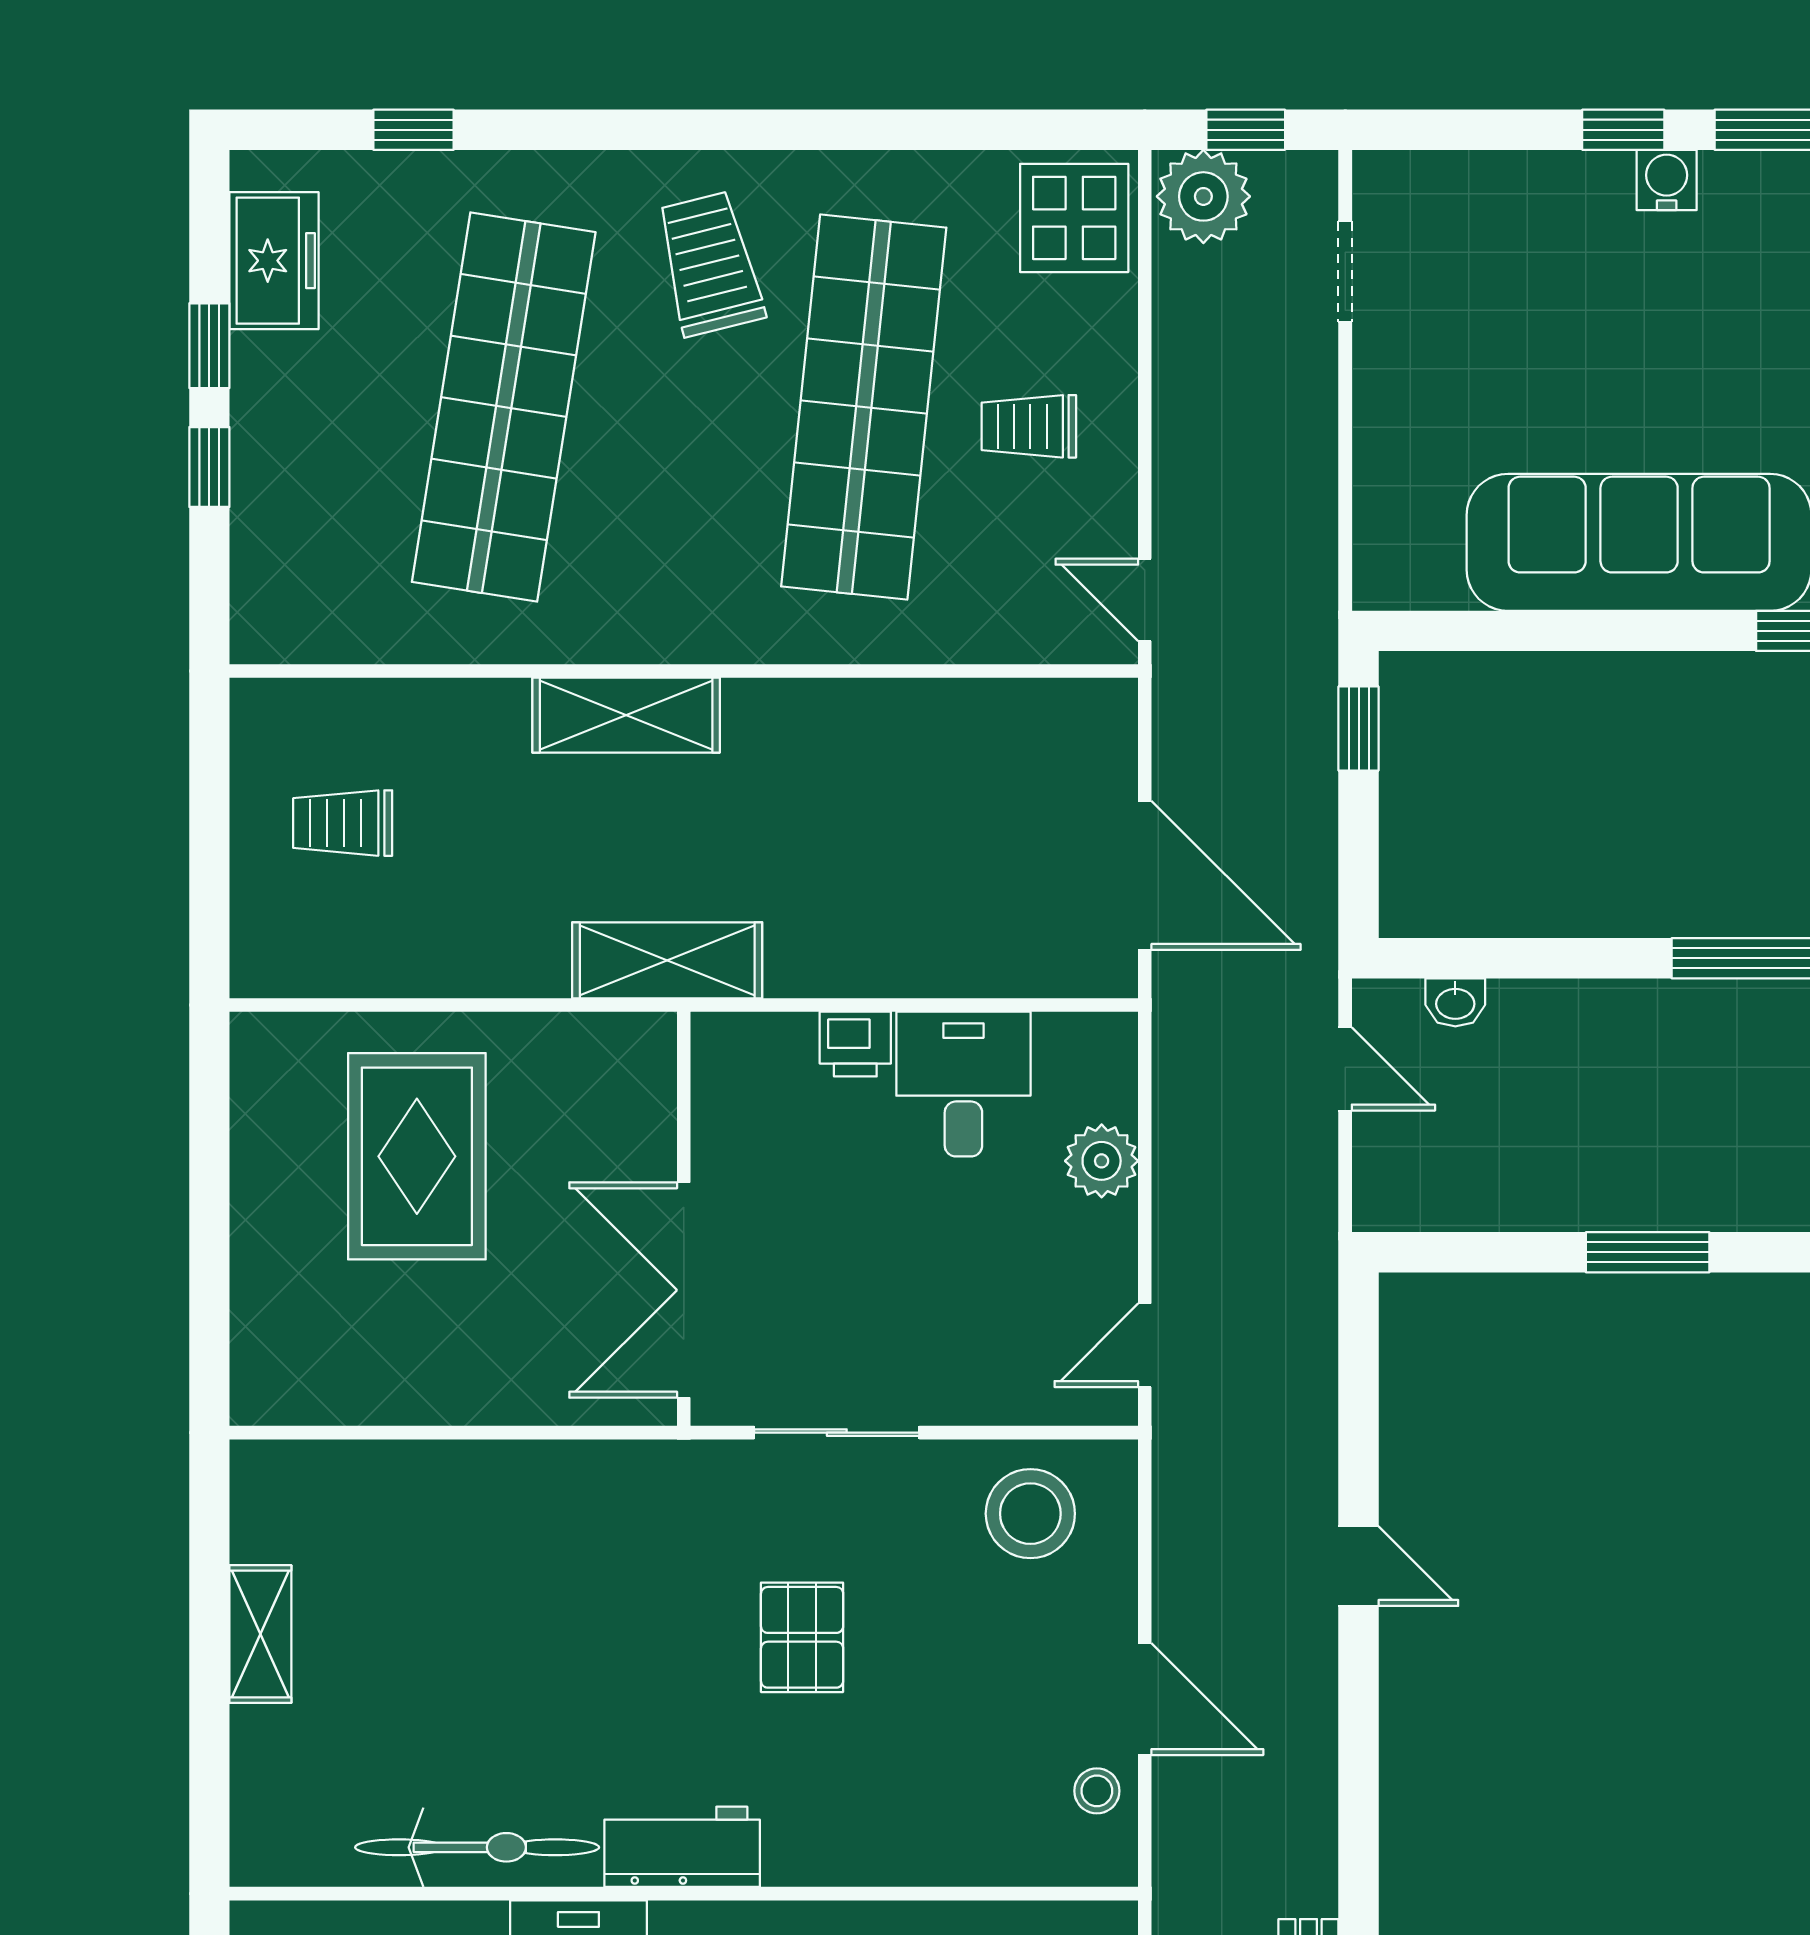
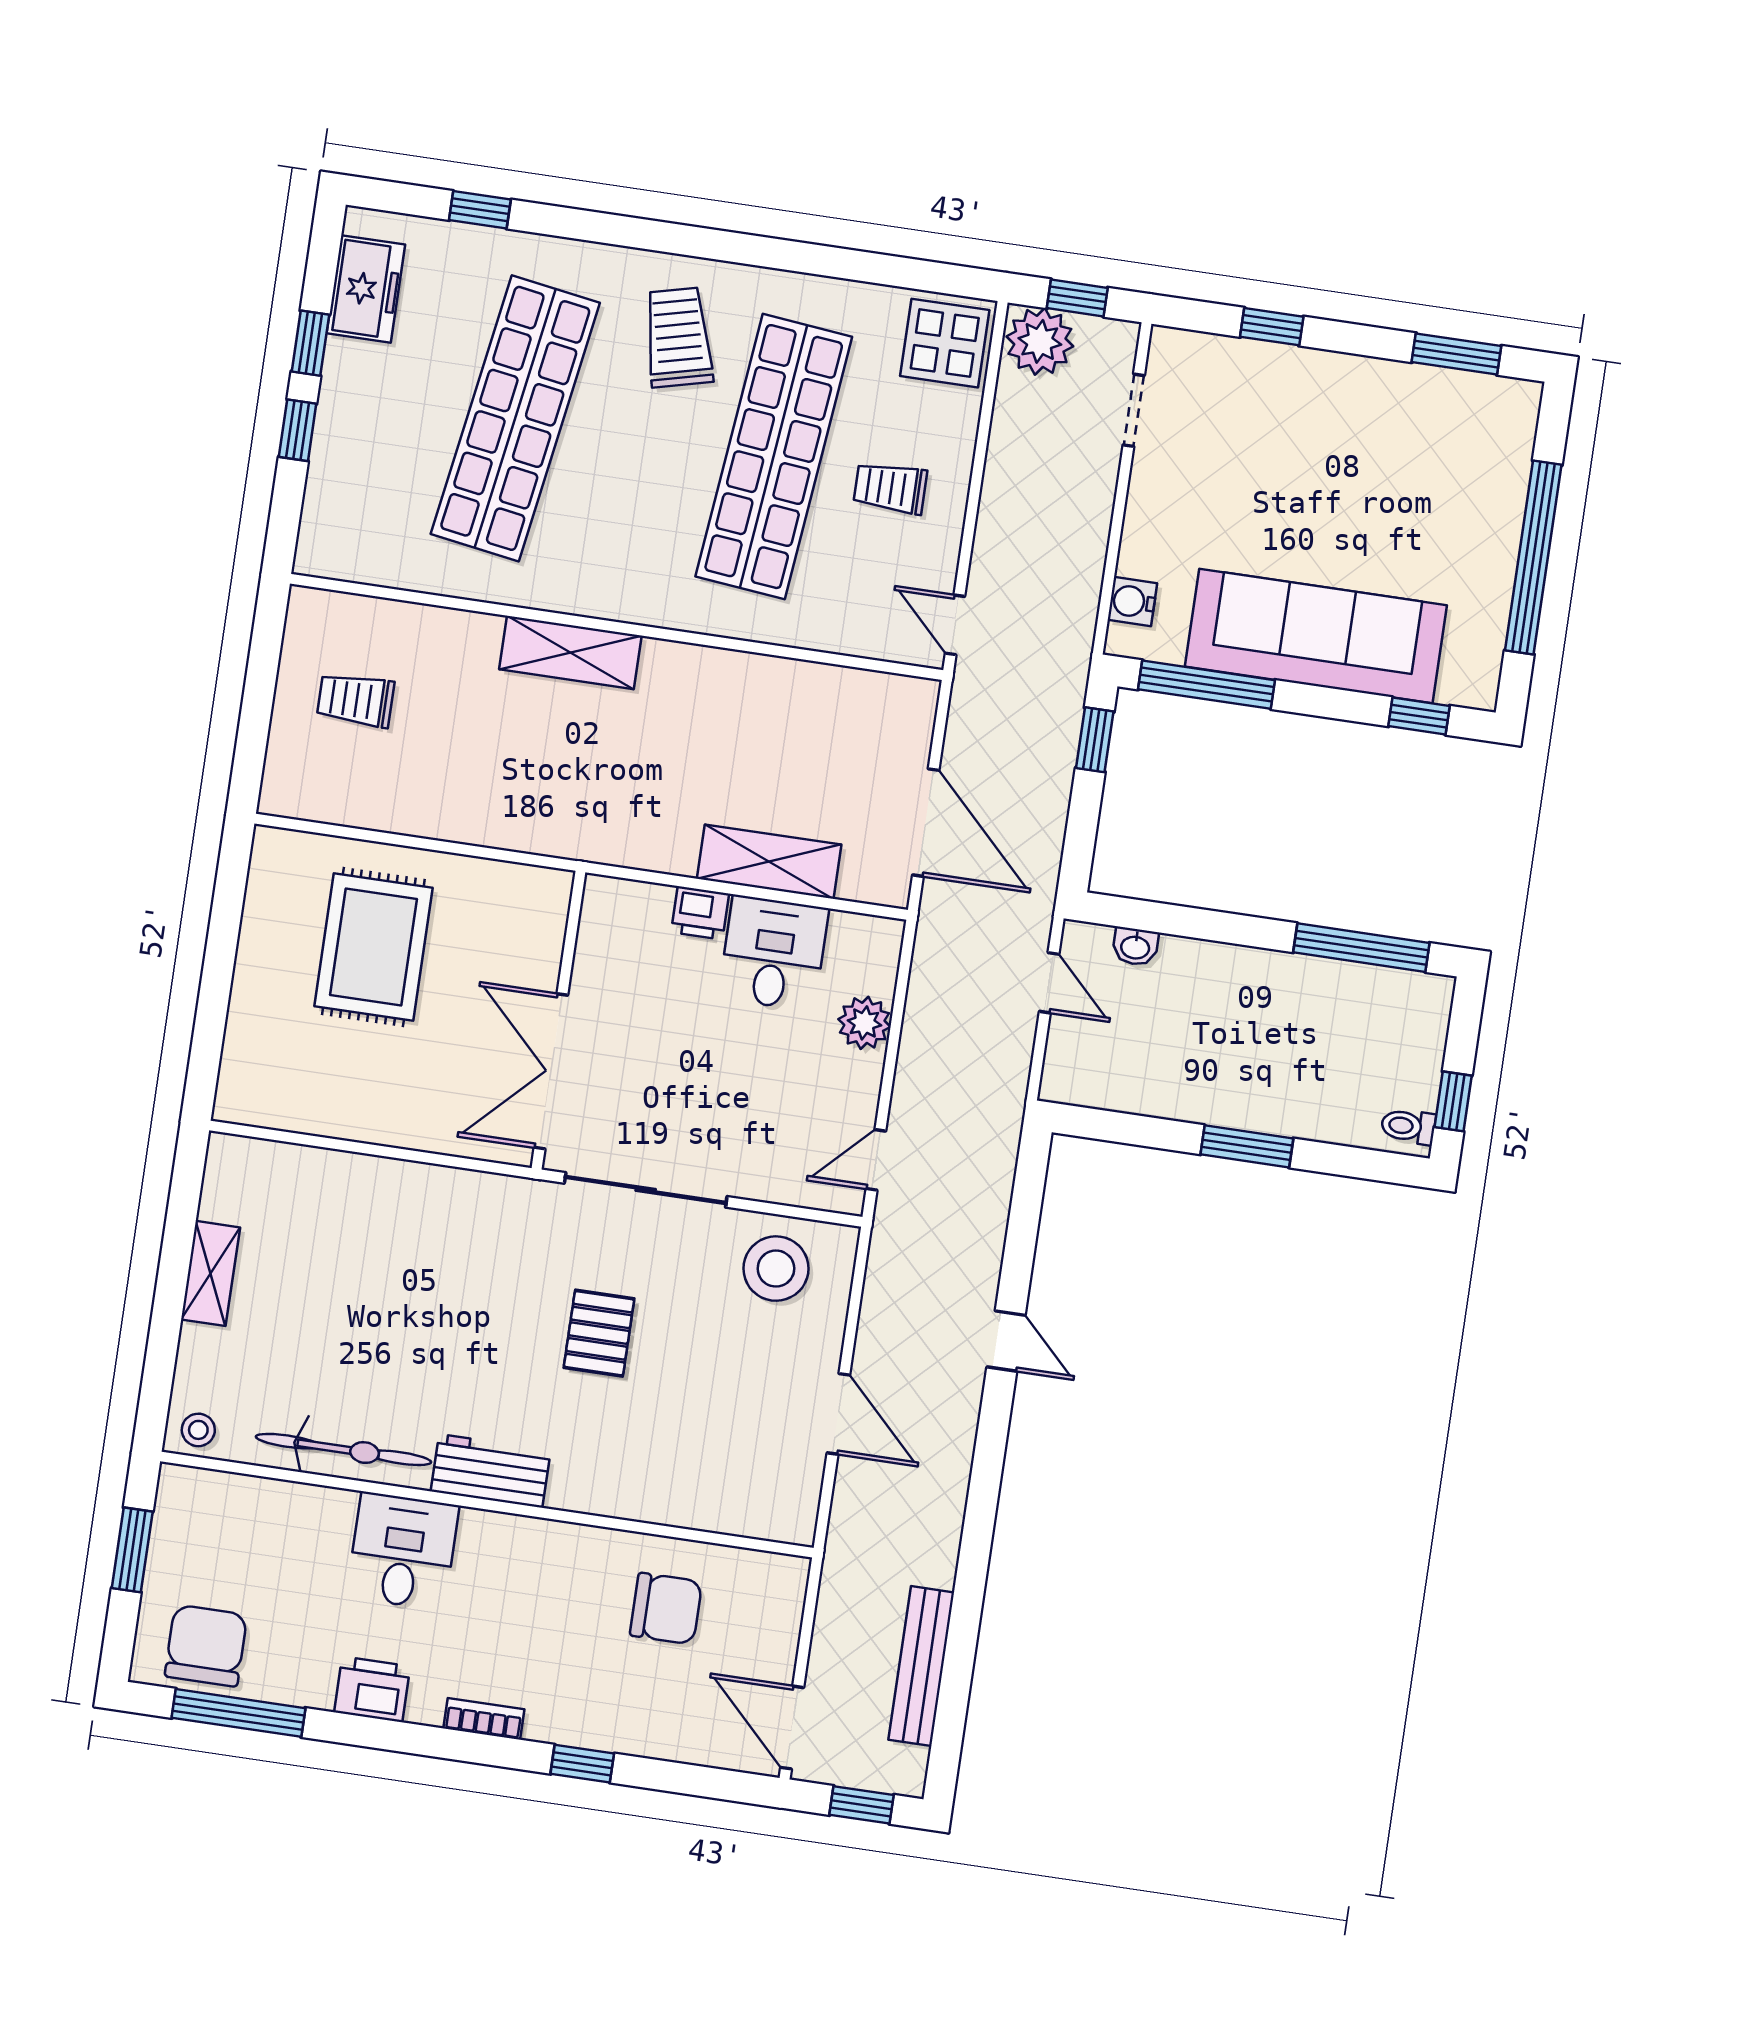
window: (1623, 130) -> (1272, 327), moved
water cooler: (1667, 180) -> (1132, 602), moved, turned -90
window: (1500, 631) -> (1207, 685), added
shelving: (667, 960) -> (769, 862), moved
sliding door: (837, 1433) -> (646, 1190), width x1.37
stool: (1097, 1791) -> (198, 1430), moved

